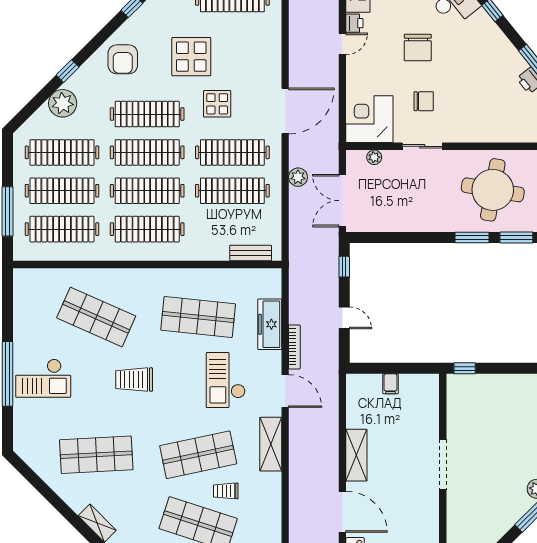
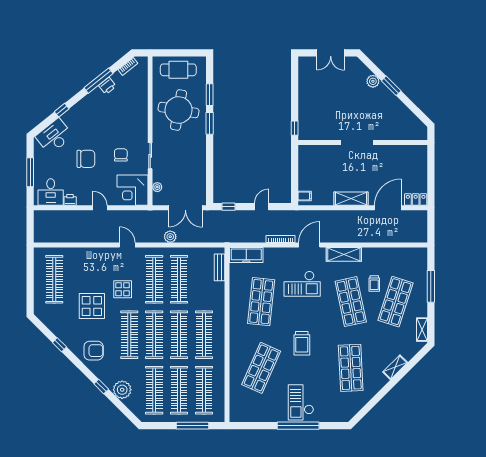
door: (342, 44) -> (100, 208), moved
door: (285, 111) -> (127, 245), width x0.53
freezer: (270, 324) -> (246, 255), moved
checkout: (43, 378) -> (301, 402), turned 180
filing cabinet: (390, 384) -> (305, 196), moved

